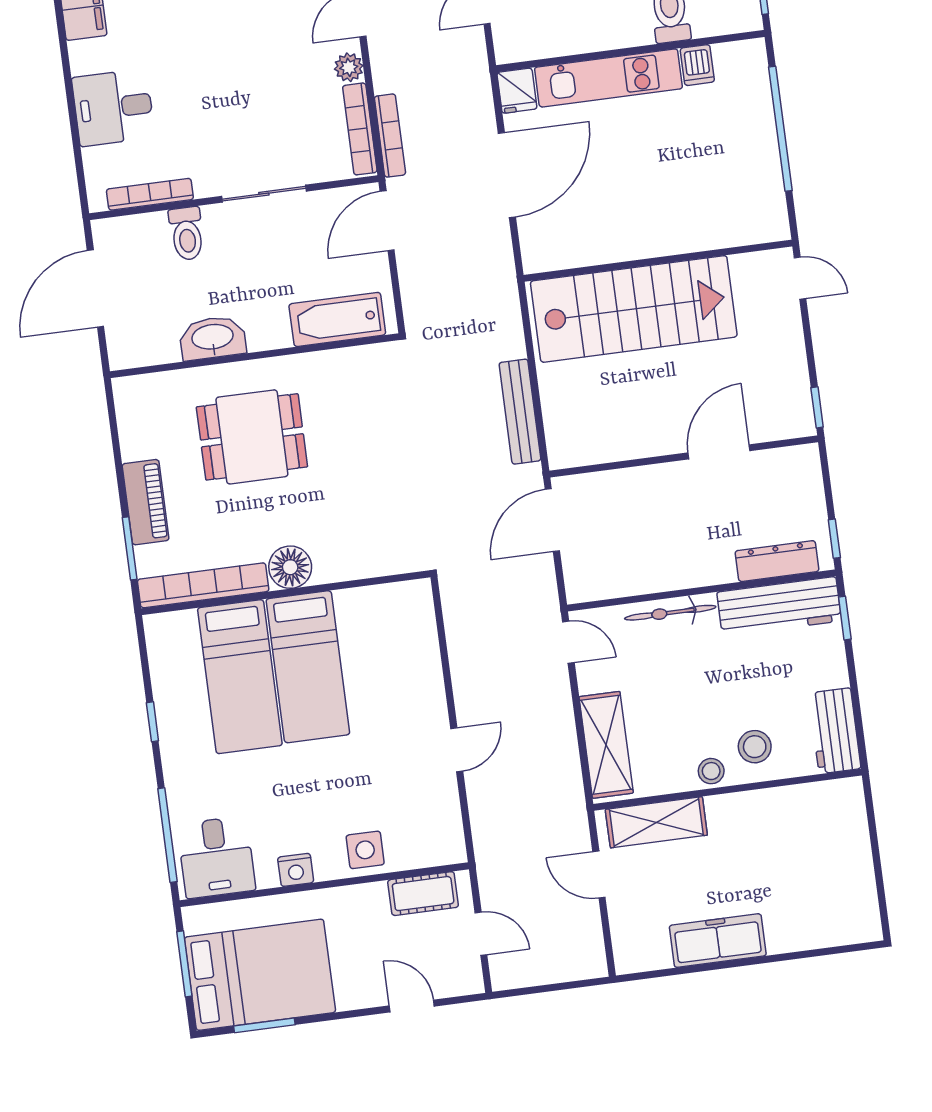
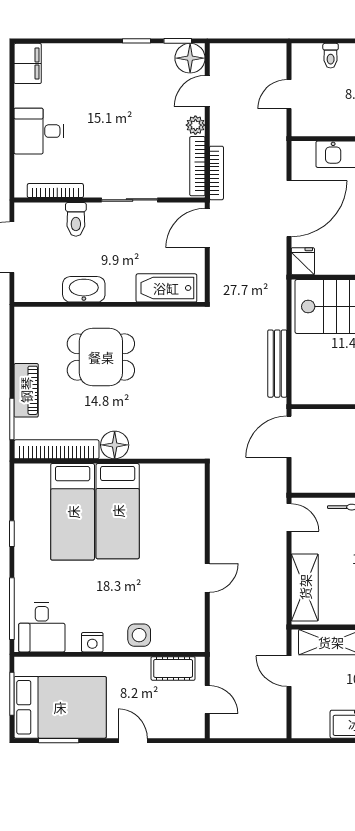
fridge: (517, 91) -> (303, 261), moved, turned 180
door: (412, 1006) -> (133, 741), moved

